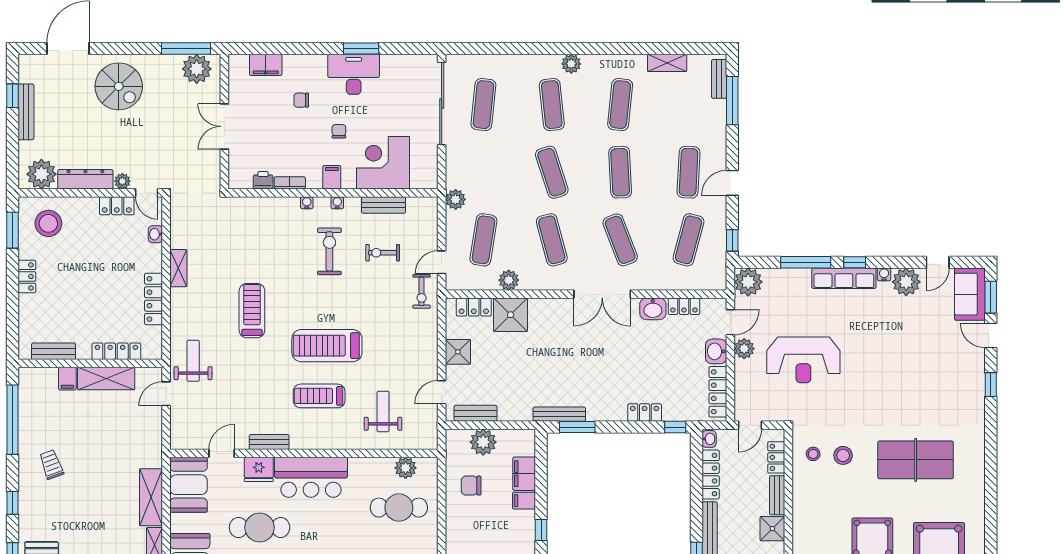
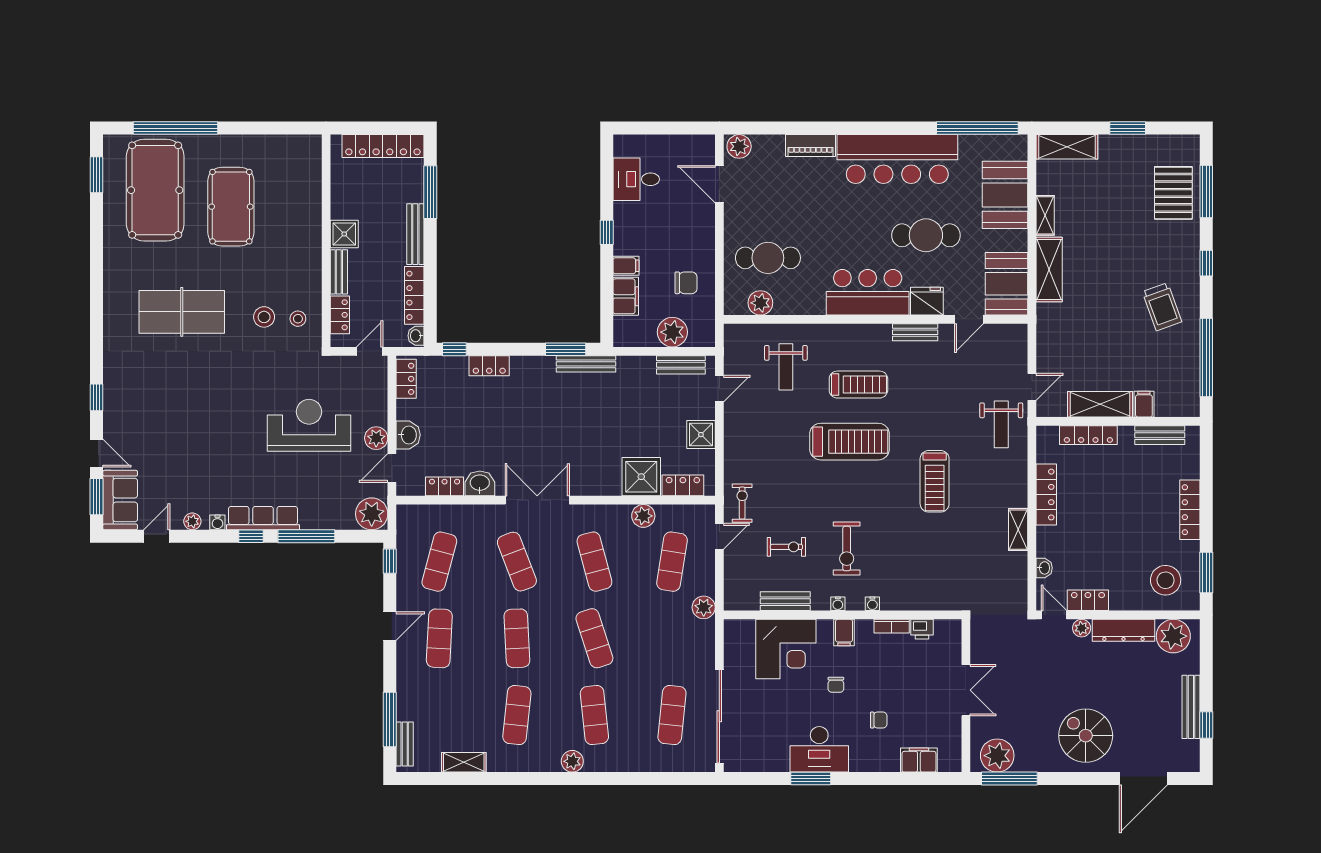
locker: (27, 276) -> (1190, 510), width x1.53
plant: (906, 282) -> (192, 521), width x0.53, depth x0.53
locker: (718, 392) -> (406, 379), width x0.66
trolley: (51, 464) -> (1162, 307), width x1.36, depth x1.39

